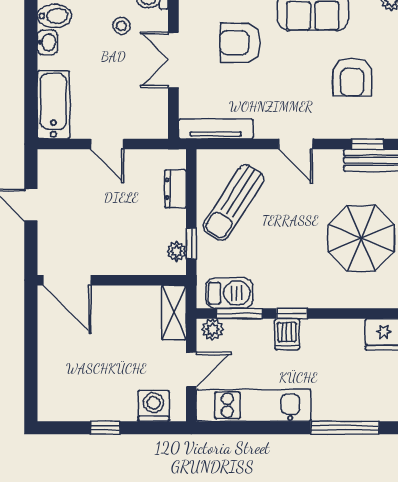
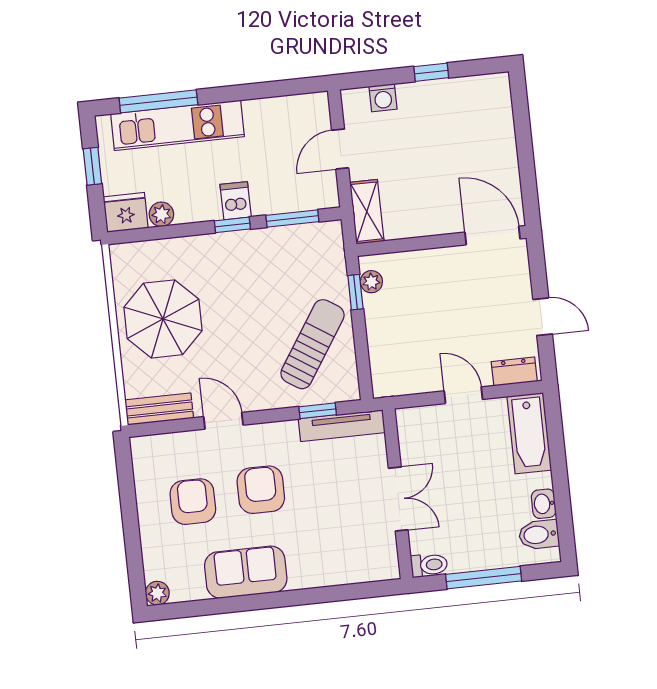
stool: (121, 26) -> (462, 532), removed
armchair: (240, 43) -> (261, 490), moved, turned -90
door: (296, 144) -> (223, 421), moved
window: (368, 144) -> (318, 411), moved
dresser: (175, 189) -> (514, 371), moved, turned -90
barbecue: (229, 293) -> (306, 240), removed
plant: (213, 329) -> (161, 214), moved
kitchen unit: (254, 405) -> (177, 125), moved
washing machine: (154, 406) -> (383, 98), width x0.73, depth x0.73

